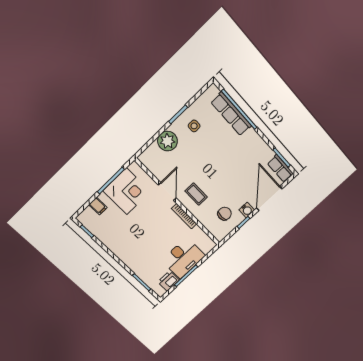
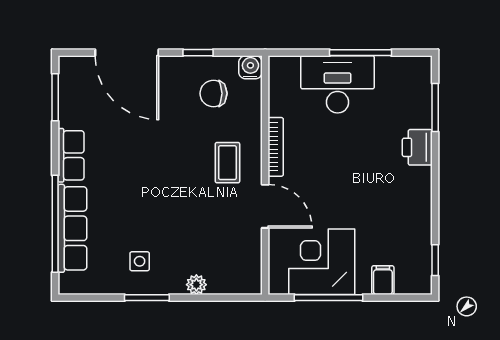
plant: (167, 141) -> (196, 285), width x0.53, depth x0.53
row of seats: (280, 169) -> (71, 155), moved
door: (167, 192) -> (265, 206), swing flipped
door: (269, 198) -> (127, 53), hinge flipped
water cooler: (247, 210) -> (250, 67), moved
printer: (168, 281) -> (417, 147), moved, turned 90

